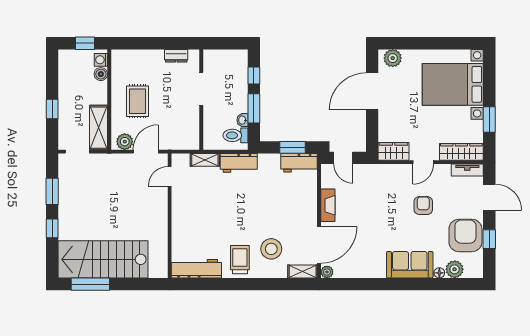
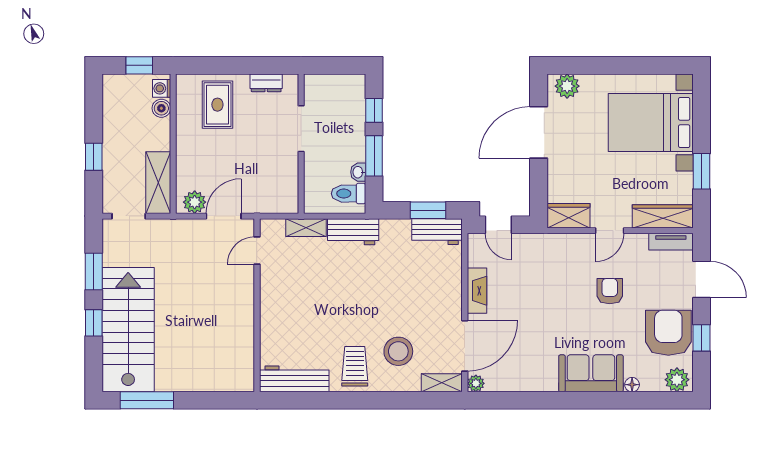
rug: (138, 101) -> (217, 105), moved
stairs: (103, 259) -> (128, 330), moved, turned 90
plant: (455, 269) -> (677, 380), moved

